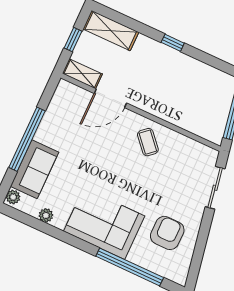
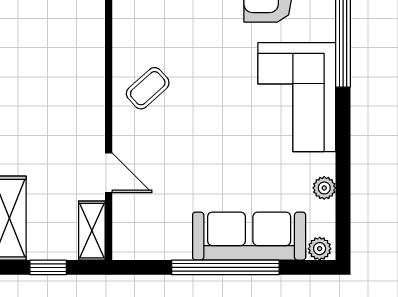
door: (110, 98) -> (109, 173), width x0.73
sofa: (35, 169) -> (249, 236), width x1.36

